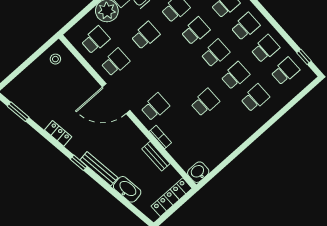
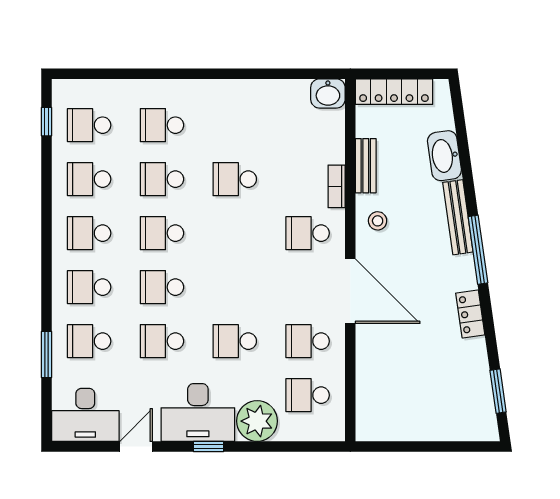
stool: (55, 59) -> (378, 221), moved
window: (79, 163) -> (478, 250), width x2.17

